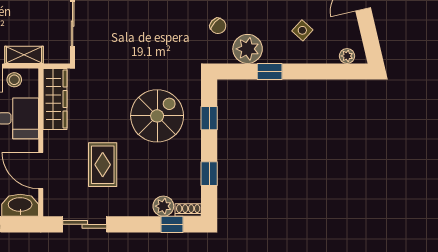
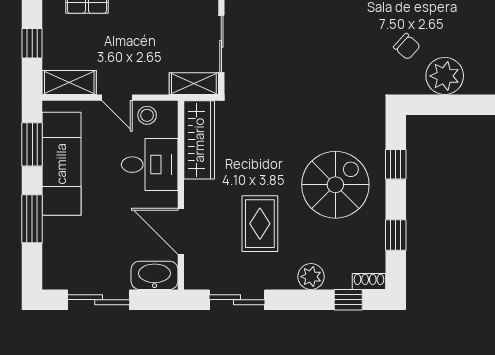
shelving: (24, 55) -> (194, 84), moved
window: (270, 71) -> (473, 105), removed
spiral stairs: (157, 116) -> (335, 185), moved
plant: (163, 206) -> (311, 277), moved

